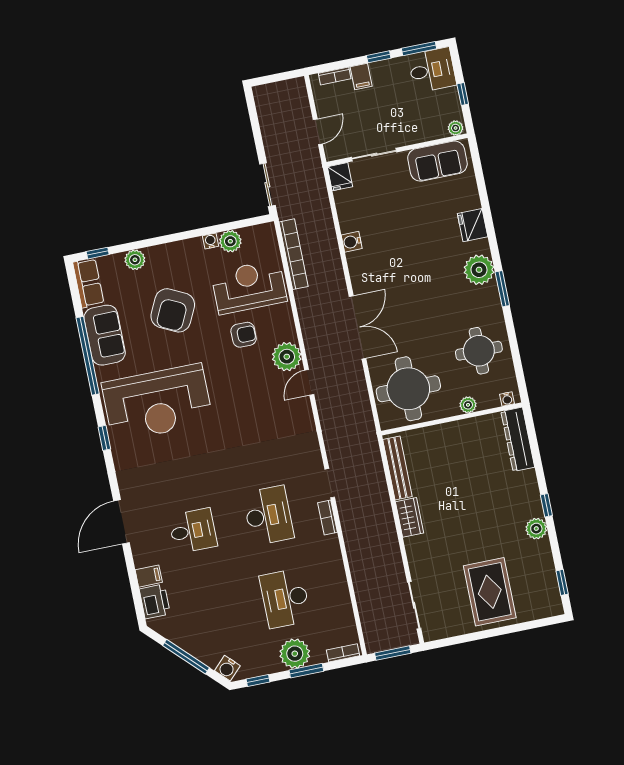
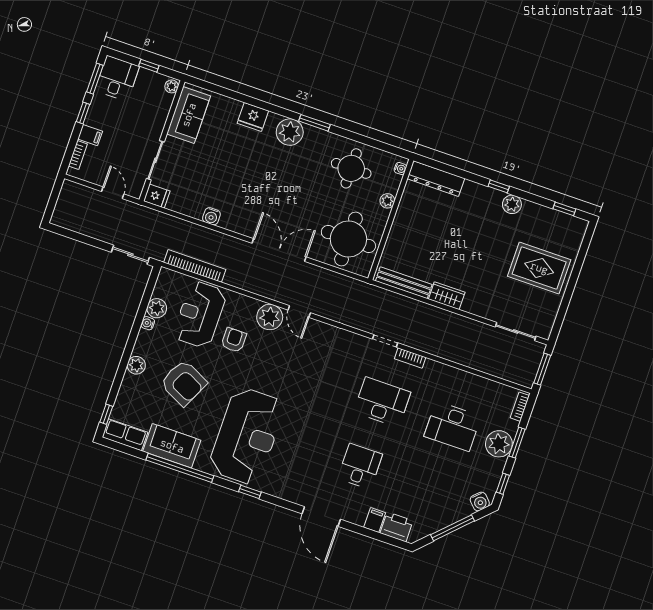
plant: (135, 260) -> (136, 365), moved

